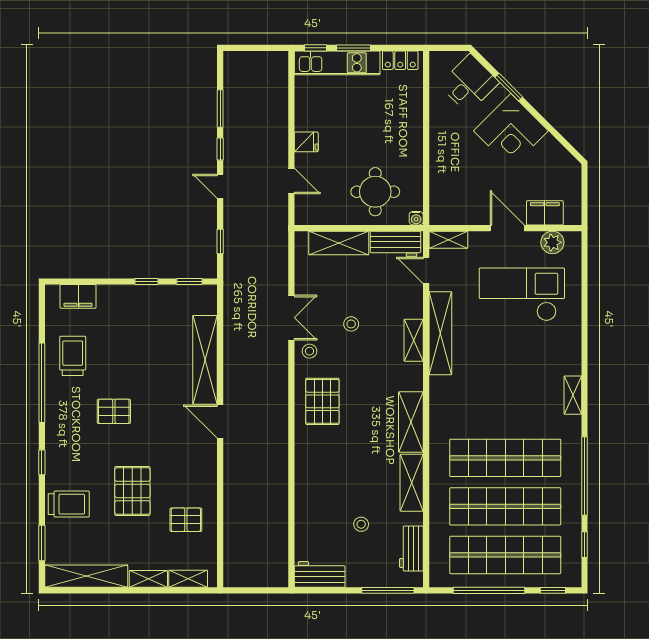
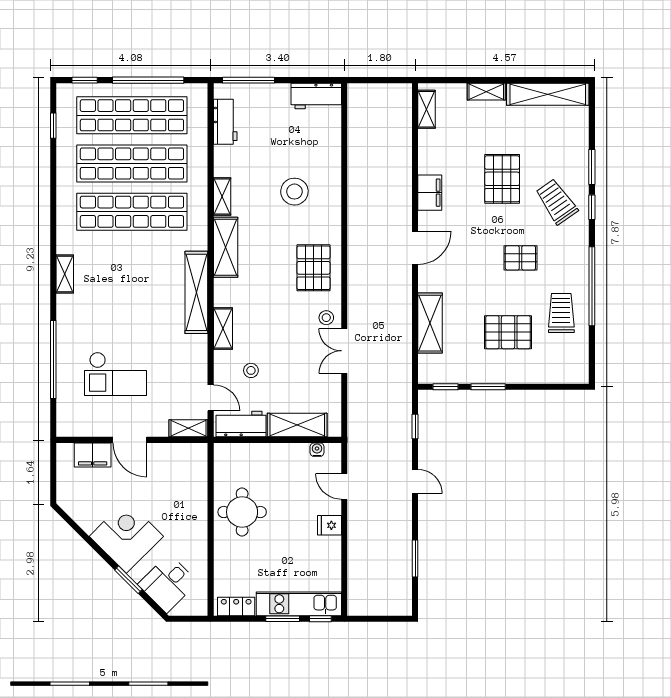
window: (220, 149) -> (415, 518), removed
round table: (375, 192) -> (242, 512), moved
water cooler: (416, 218) -> (317, 450), moved
plant: (552, 242) -> (85, 426), removed
window: (146, 282) -> (488, 387), width x1.50
checkout: (522, 294) -> (116, 374), width x0.73, depth x0.83
filing cabinet: (78, 296) -> (430, 193), moved, turned 90
stool: (351, 324) -> (251, 370), moved
shelving: (440, 333) -> (196, 292), moved
trolley: (73, 356) -> (561, 313), turned 180
shelving: (205, 360) -> (430, 323), width x0.68
door: (220, 422) -> (415, 248), hinge flipped
window: (584, 476) -> (53, 360), moved
shelving: (412, 483) -> (222, 197), width x0.67, depth x0.75
trolley: (69, 504) -> (557, 202), moved, turned 55
pallet: (186, 520) -> (508, 332), moved, width x1.50, depth x1.42
stool: (361, 524) -> (294, 192), moved, width x1.89, depth x1.89
window: (42, 543) -> (592, 167), moved
shelving: (188, 579) -> (427, 109), moved, turned 90

